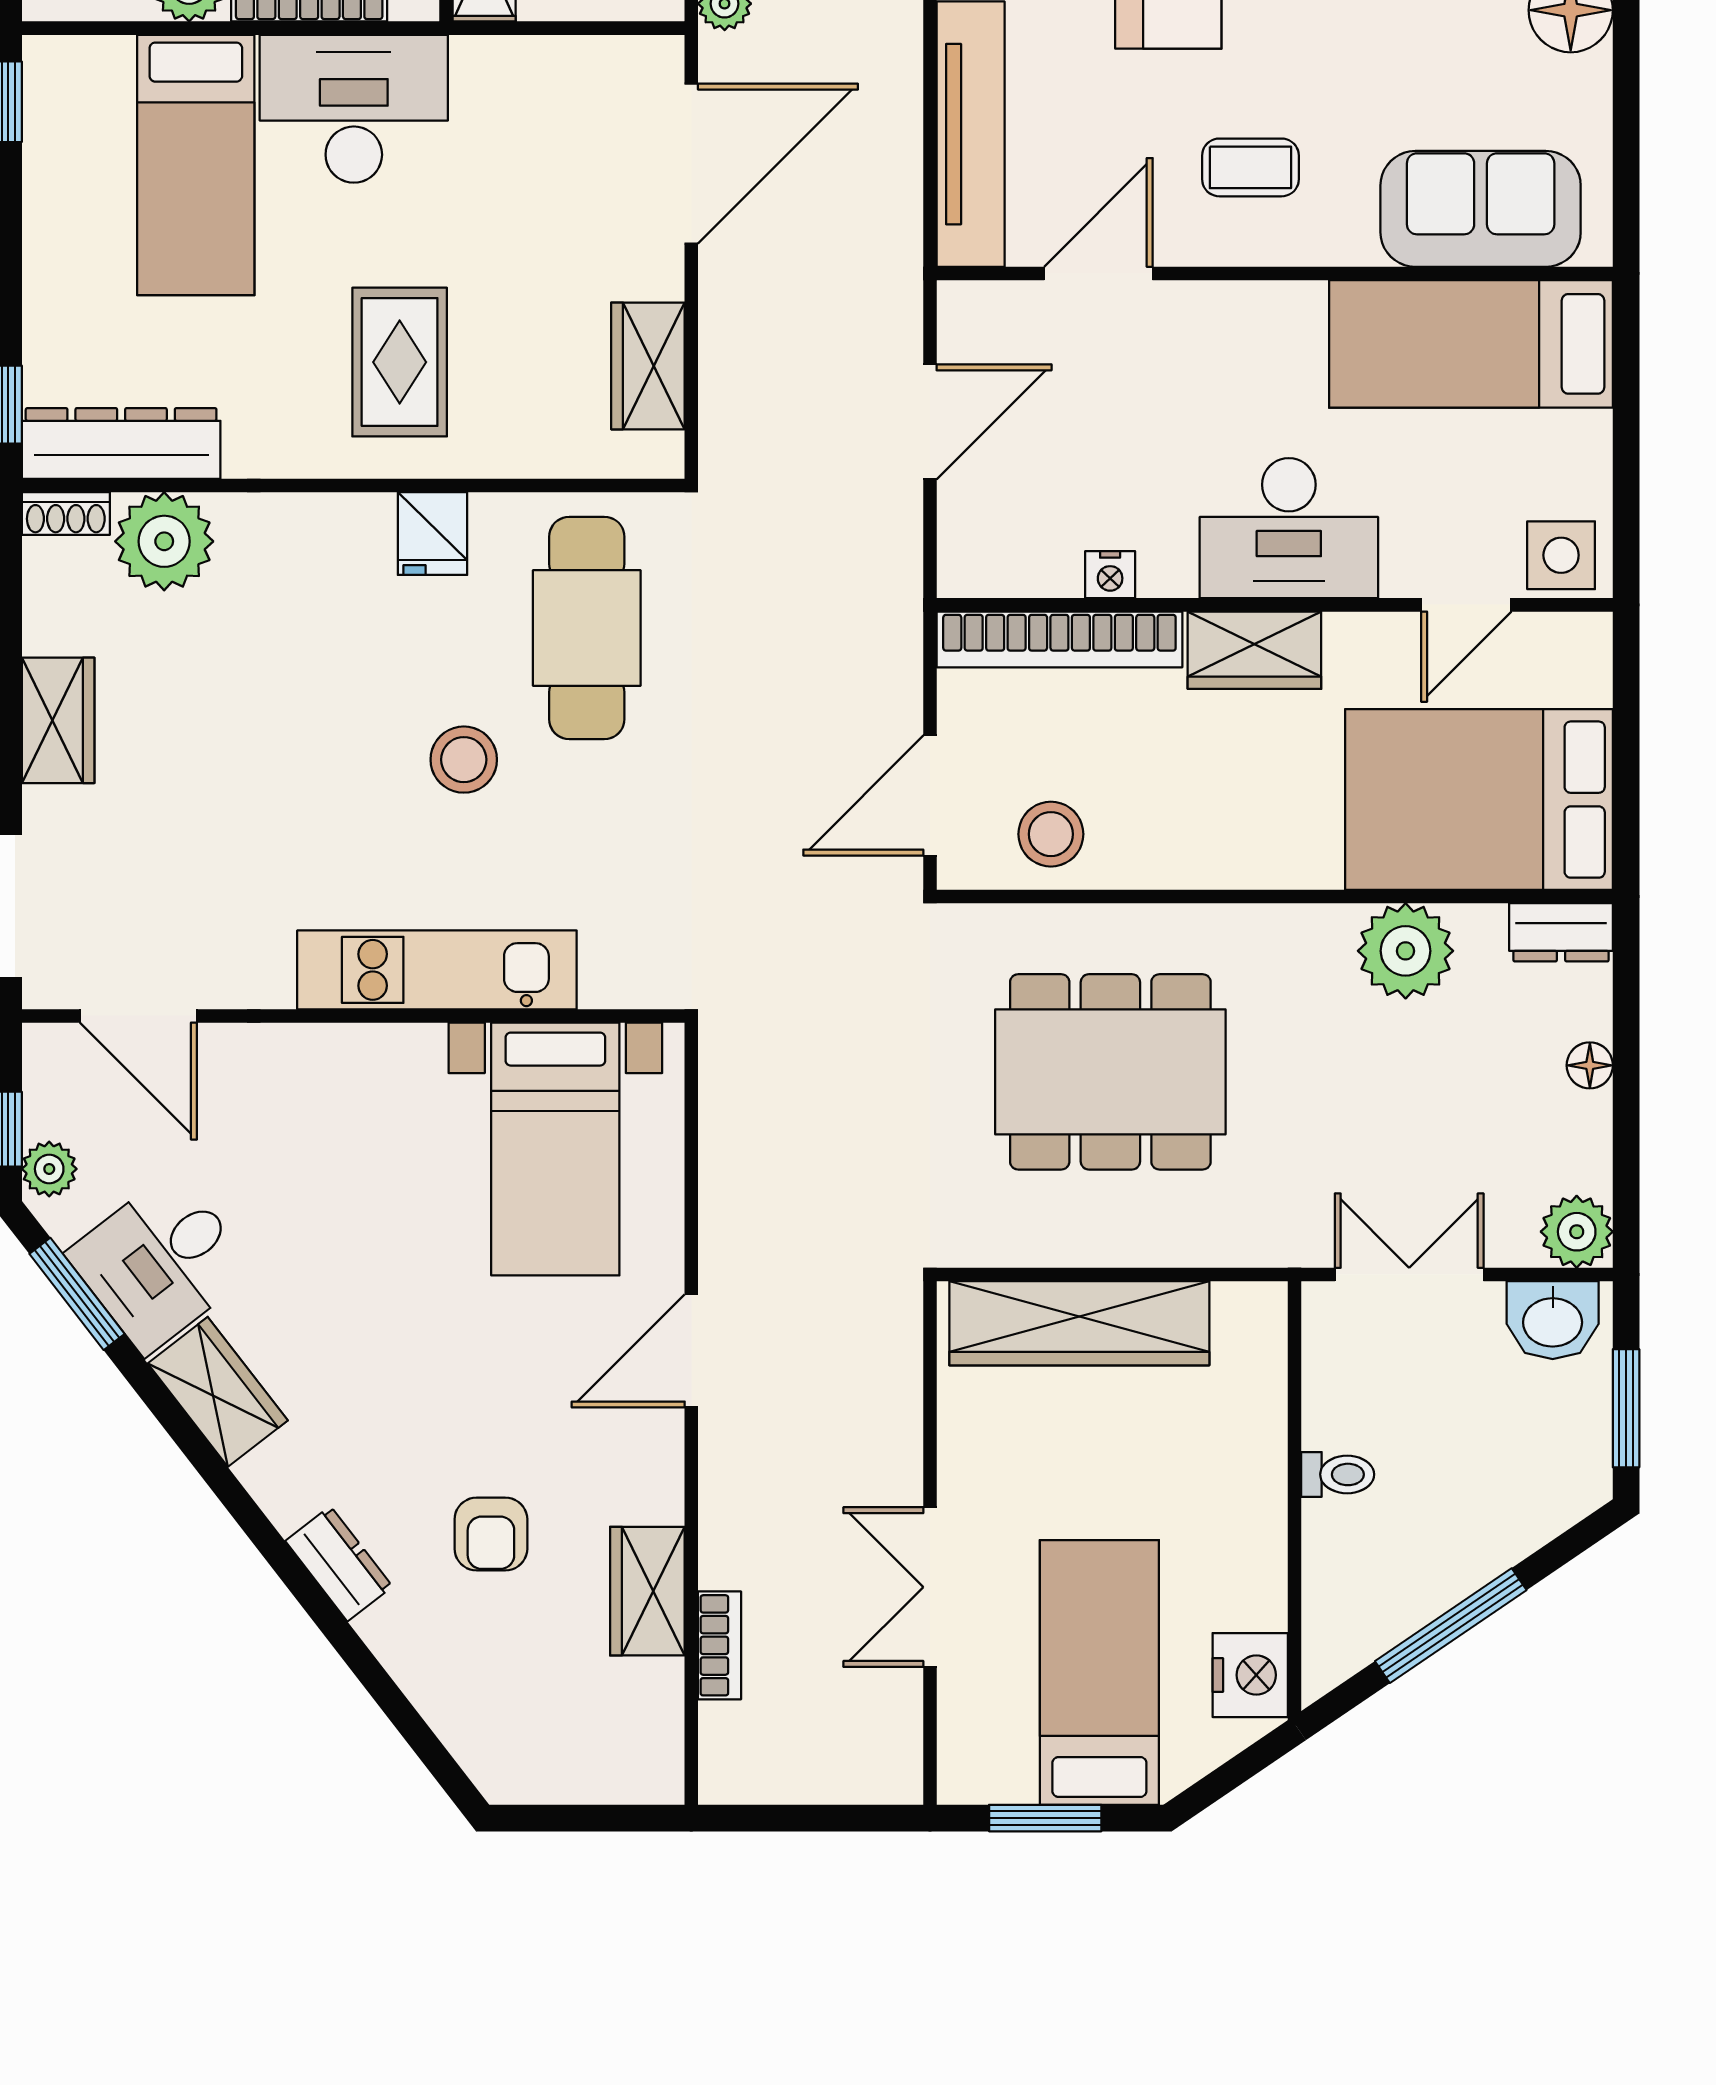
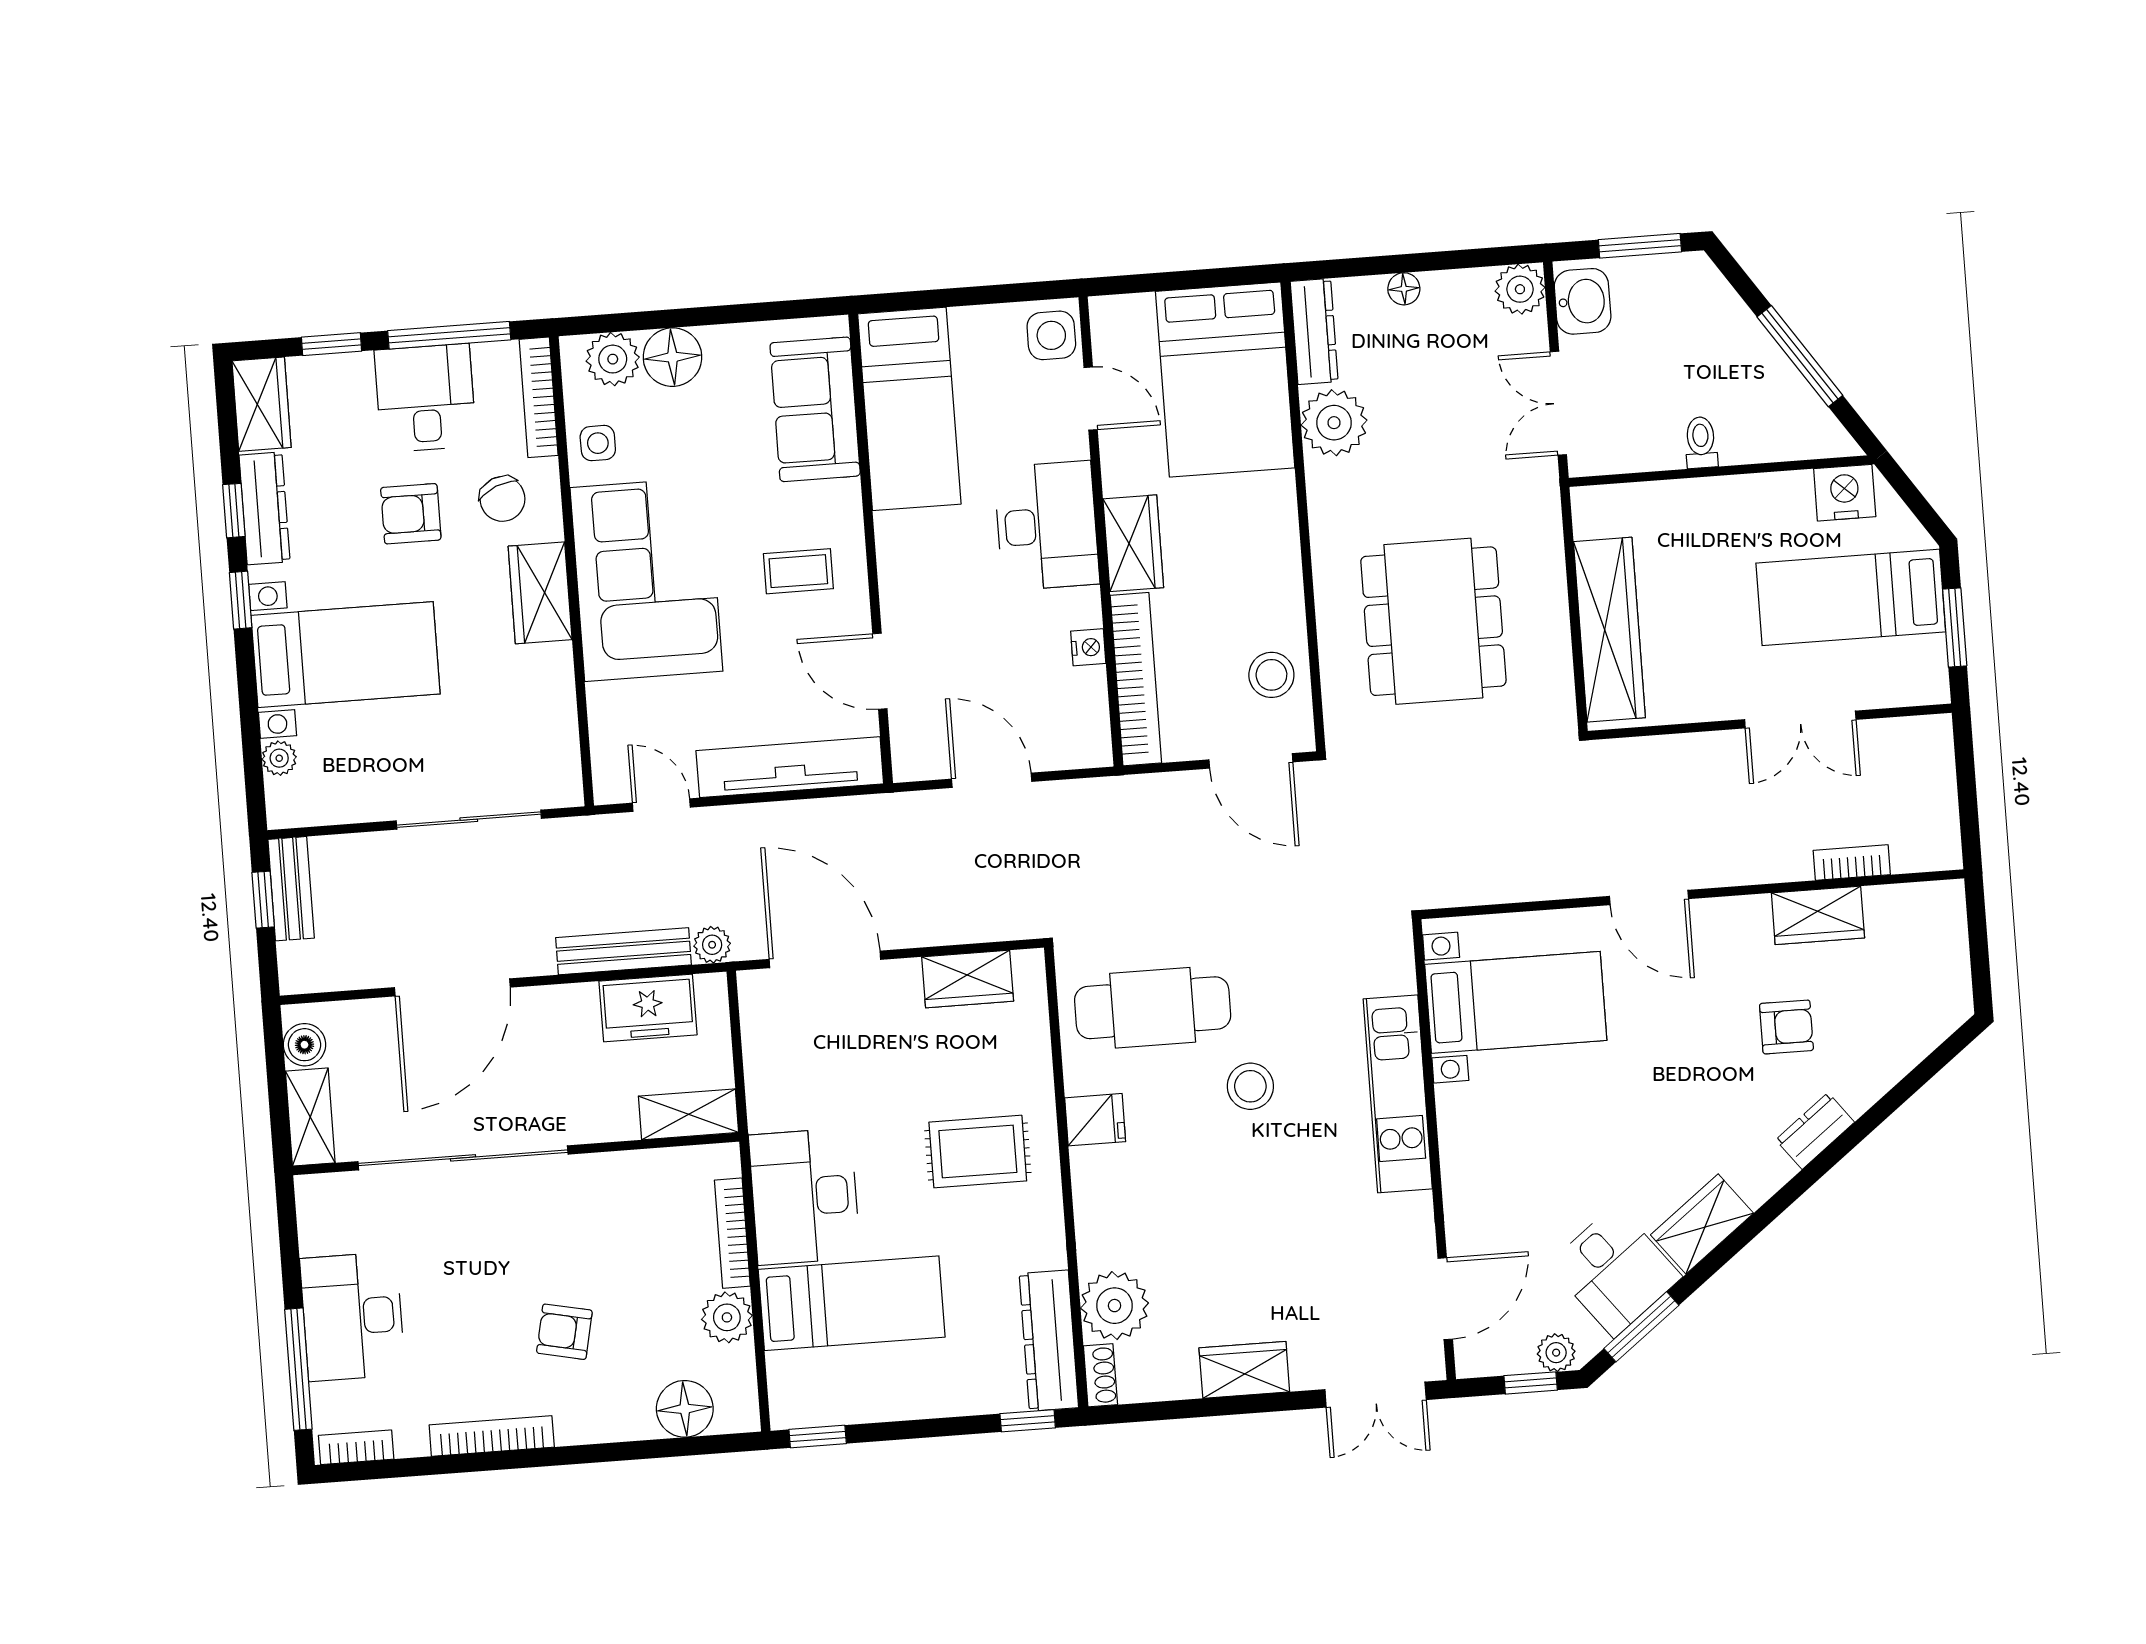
coffee table: (1250, 167) -> (798, 571), turned 90
dresser: (1561, 932) -> (1314, 331), width x1.44

